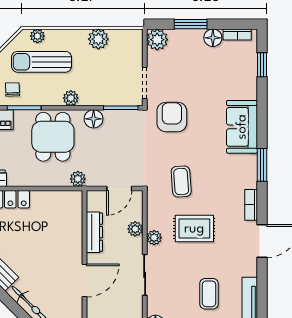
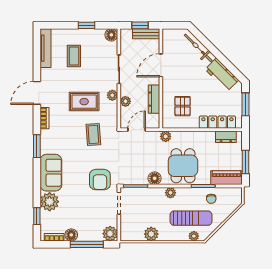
window: (191, 24) -> (87, 244), width x1.44
plant: (244, 85) -> (50, 202), added
pallet: (54, 222) -> (183, 106), added

